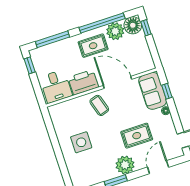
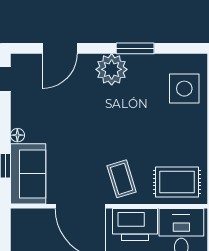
rug: (137, 136) -> (177, 182), moved
side table: (81, 142) -> (184, 89), moved

